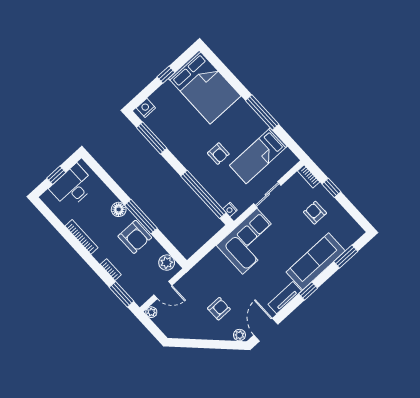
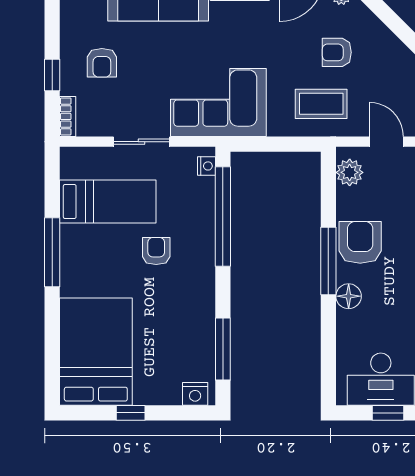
coffee table: (205, 281) -> (321, 104), added

